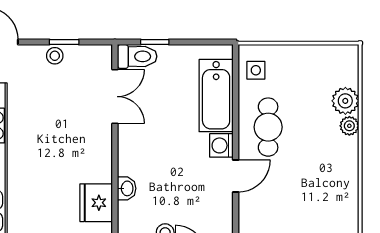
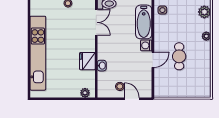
plant: (345, 101) -> (204, 12), moved
cafe table: (268, 127) -> (179, 56), moved
fridge: (96, 203) -> (87, 61), moved

